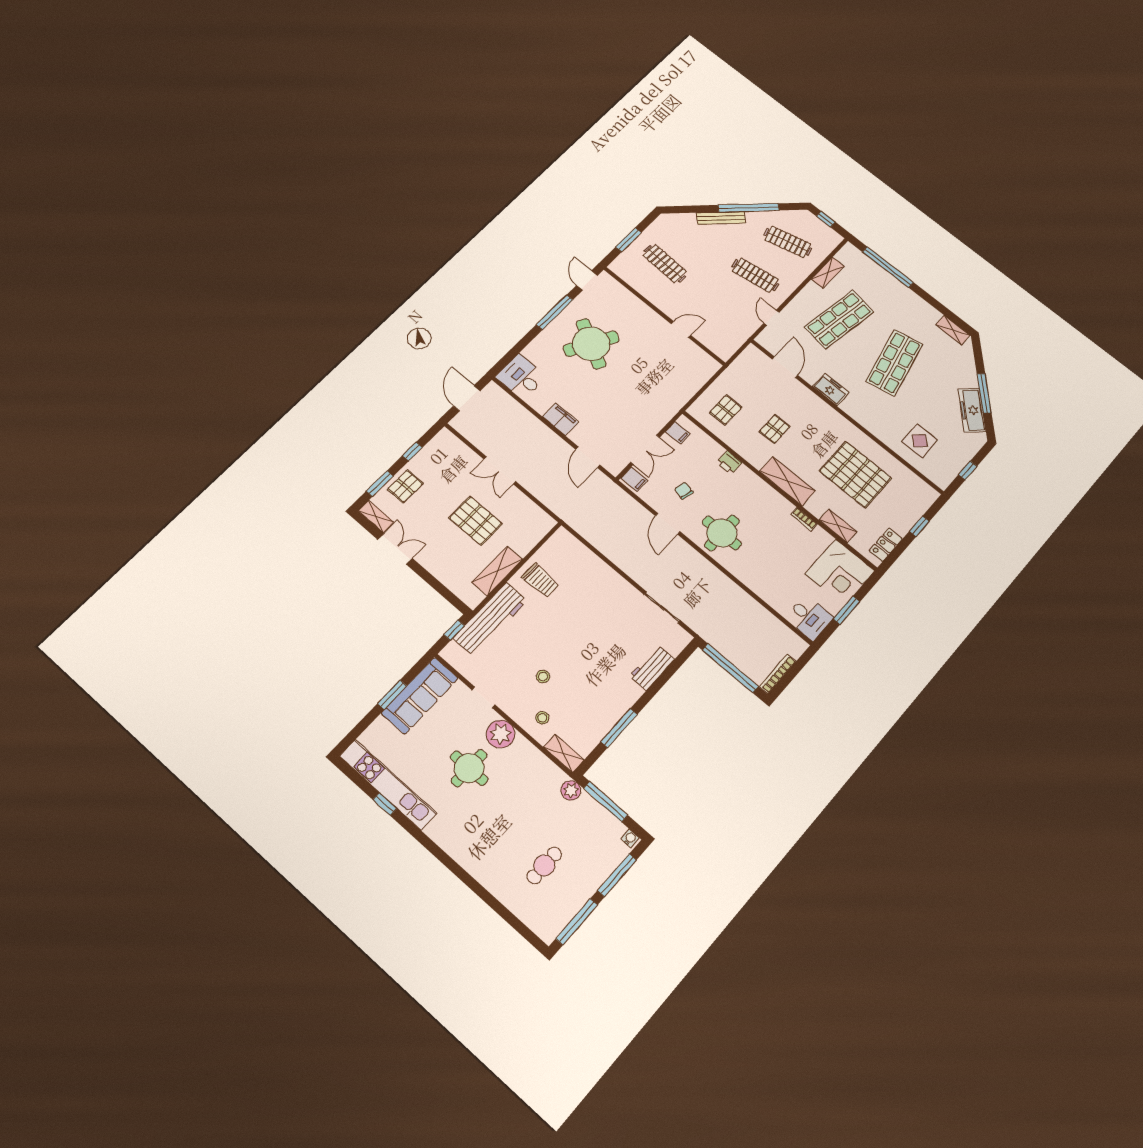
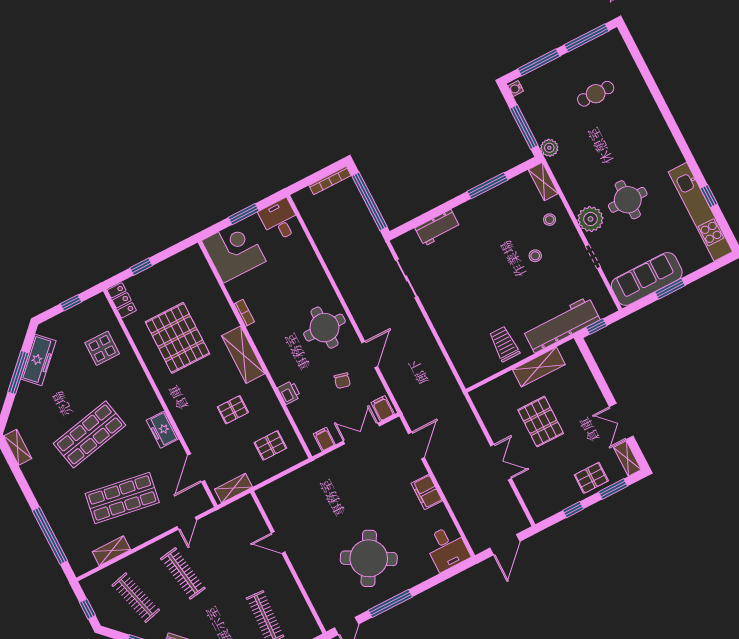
shelving: (838, 526) -> (233, 488), moved, turned 90
locker: (886, 545) -> (122, 300), moved, turned -90

